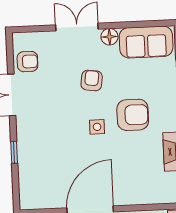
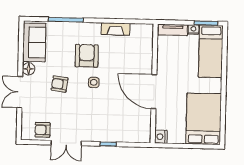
armchair: (27, 62) -> (43, 130), turned -90

